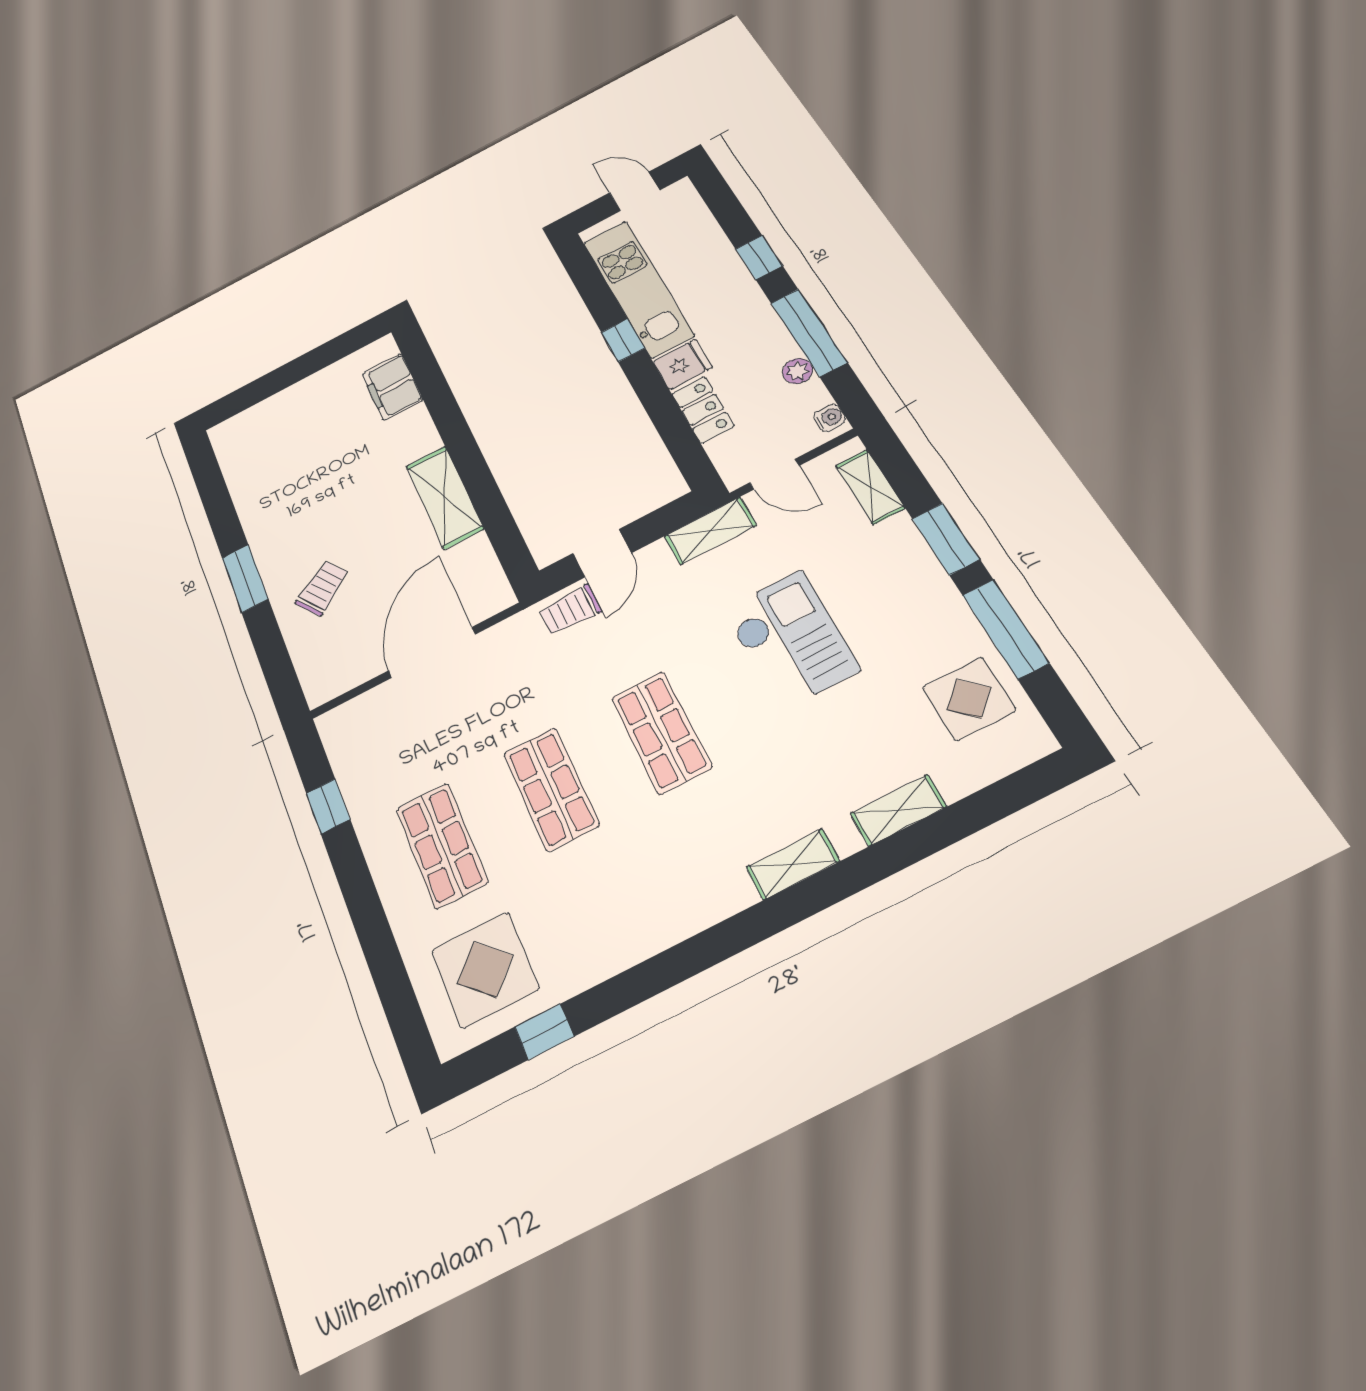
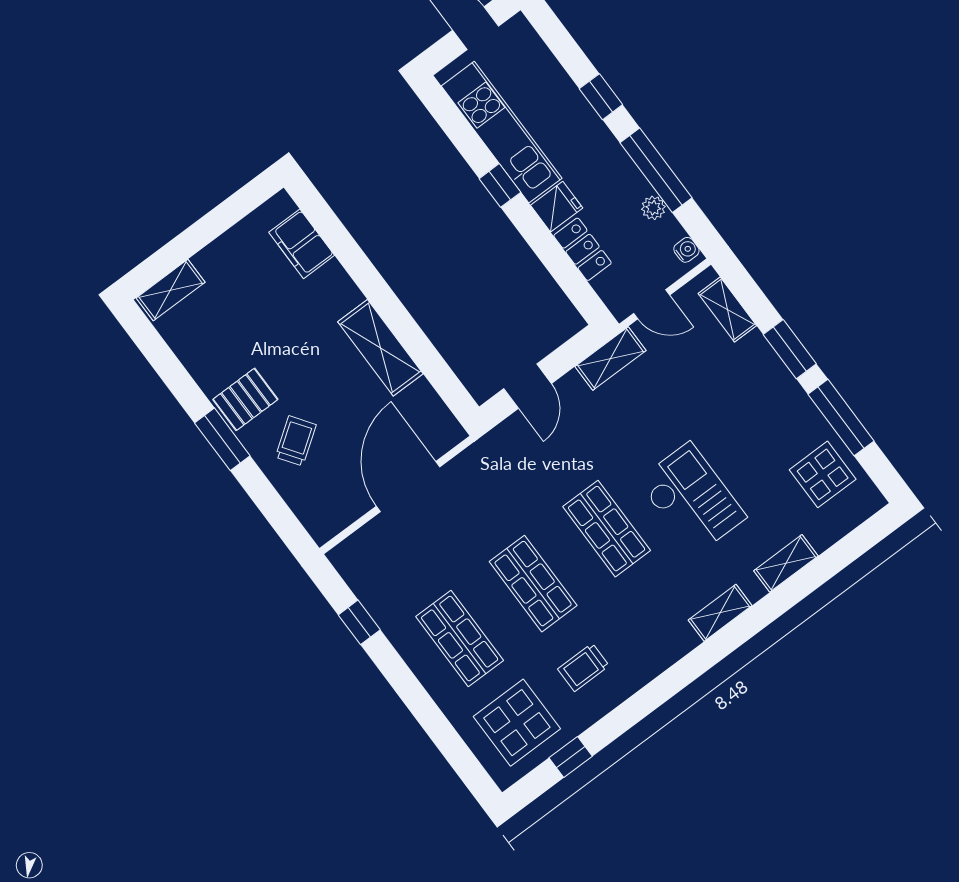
shelving: (245, 424) -> (171, 290), added
pallet: (283, 539) -> (245, 399), added
trolley: (570, 610) -> (583, 667), moved
checkout: (791, 640) -> (692, 499), moved

